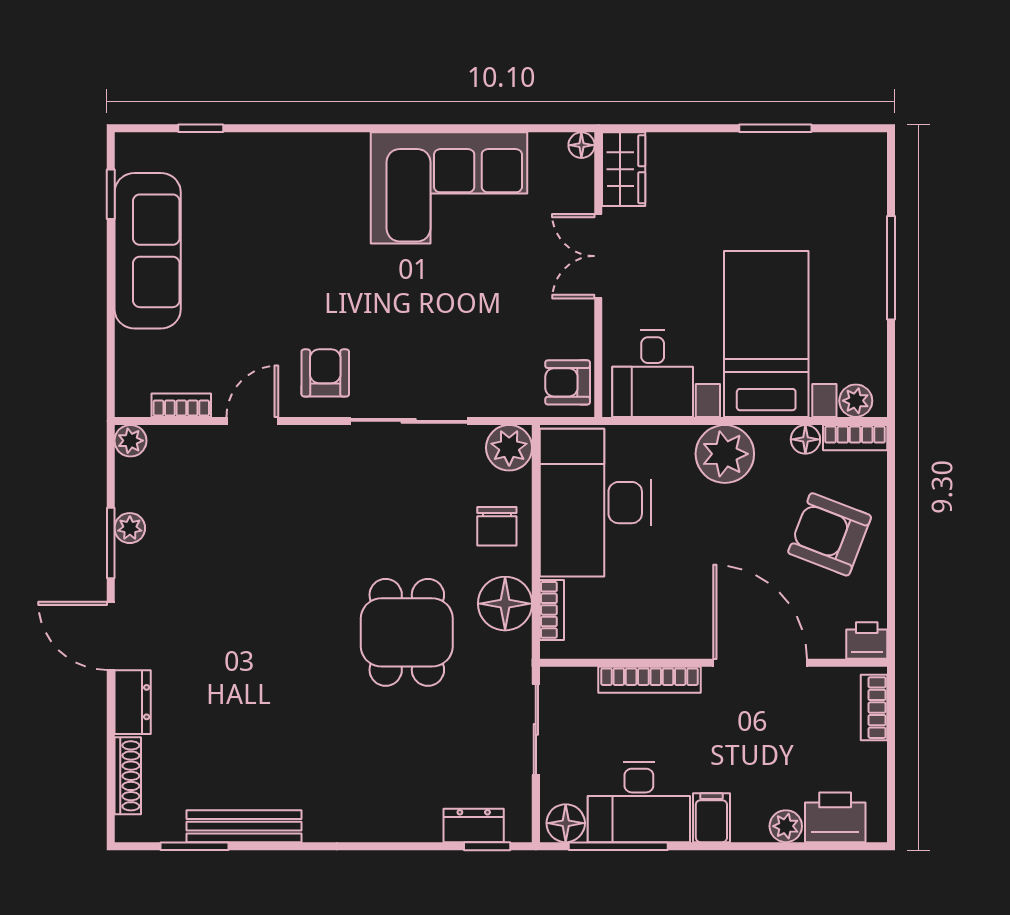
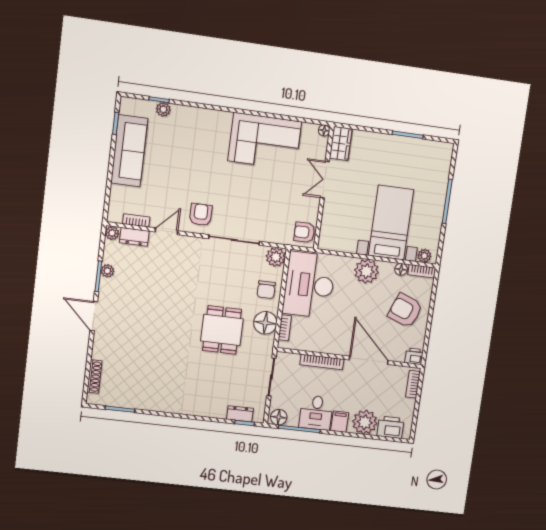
plant: (213, 149) -> (163, 109), added
desk: (653, 374) -> (341, 233), removed
dresser: (133, 702) -> (134, 237), moved, turned 90
desk: (639, 802) -> (316, 413), width x0.73
bench: (244, 826) -> (142, 403), removed
plant: (786, 826) -> (365, 422), width x1.88, depth x1.88

